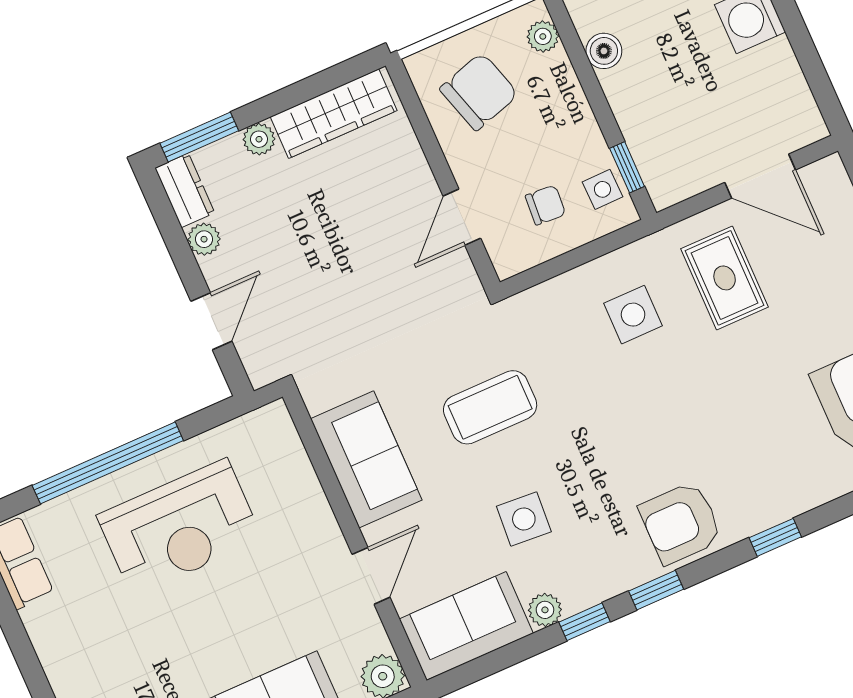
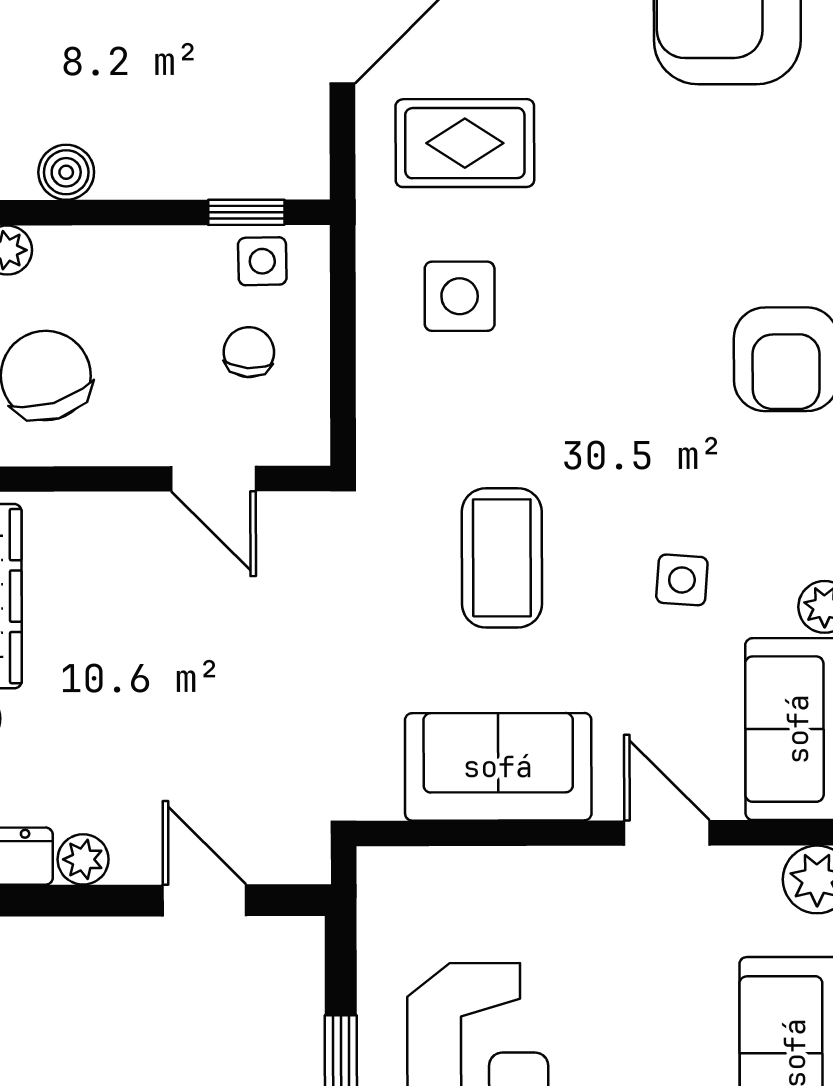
side table: (524, 519) -> (682, 580), width x0.73, depth x0.73

